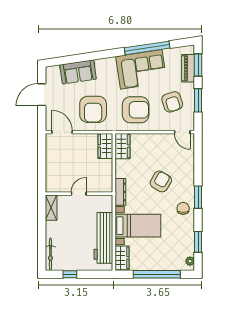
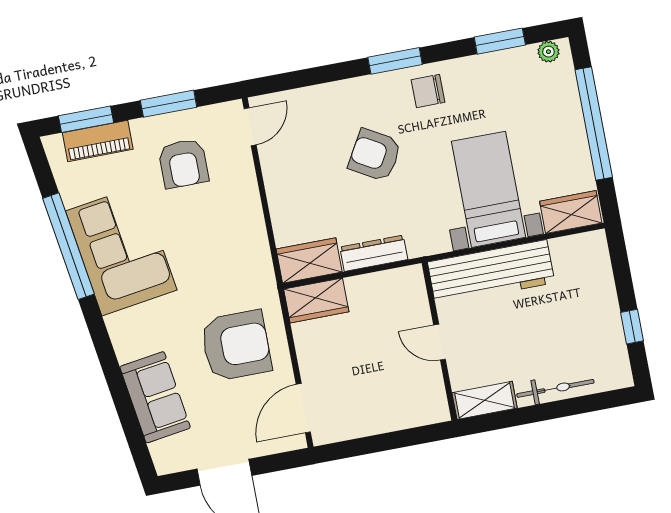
armchair: (172, 102) -> (183, 164), turned 108
armchair: (136, 110) -> (218, 246), removed
dresser: (120, 192) -> (374, 253), moved
workbench: (103, 238) -> (491, 272), moved
bicycle: (50, 254) -> (555, 388), moved

